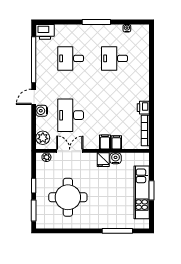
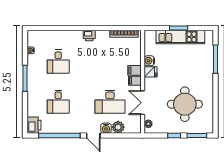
printer: (143, 108) -> (89, 35), moved
plant: (43, 138) -> (118, 127), moved
filing cabinet: (116, 142) -> (135, 81), moved

